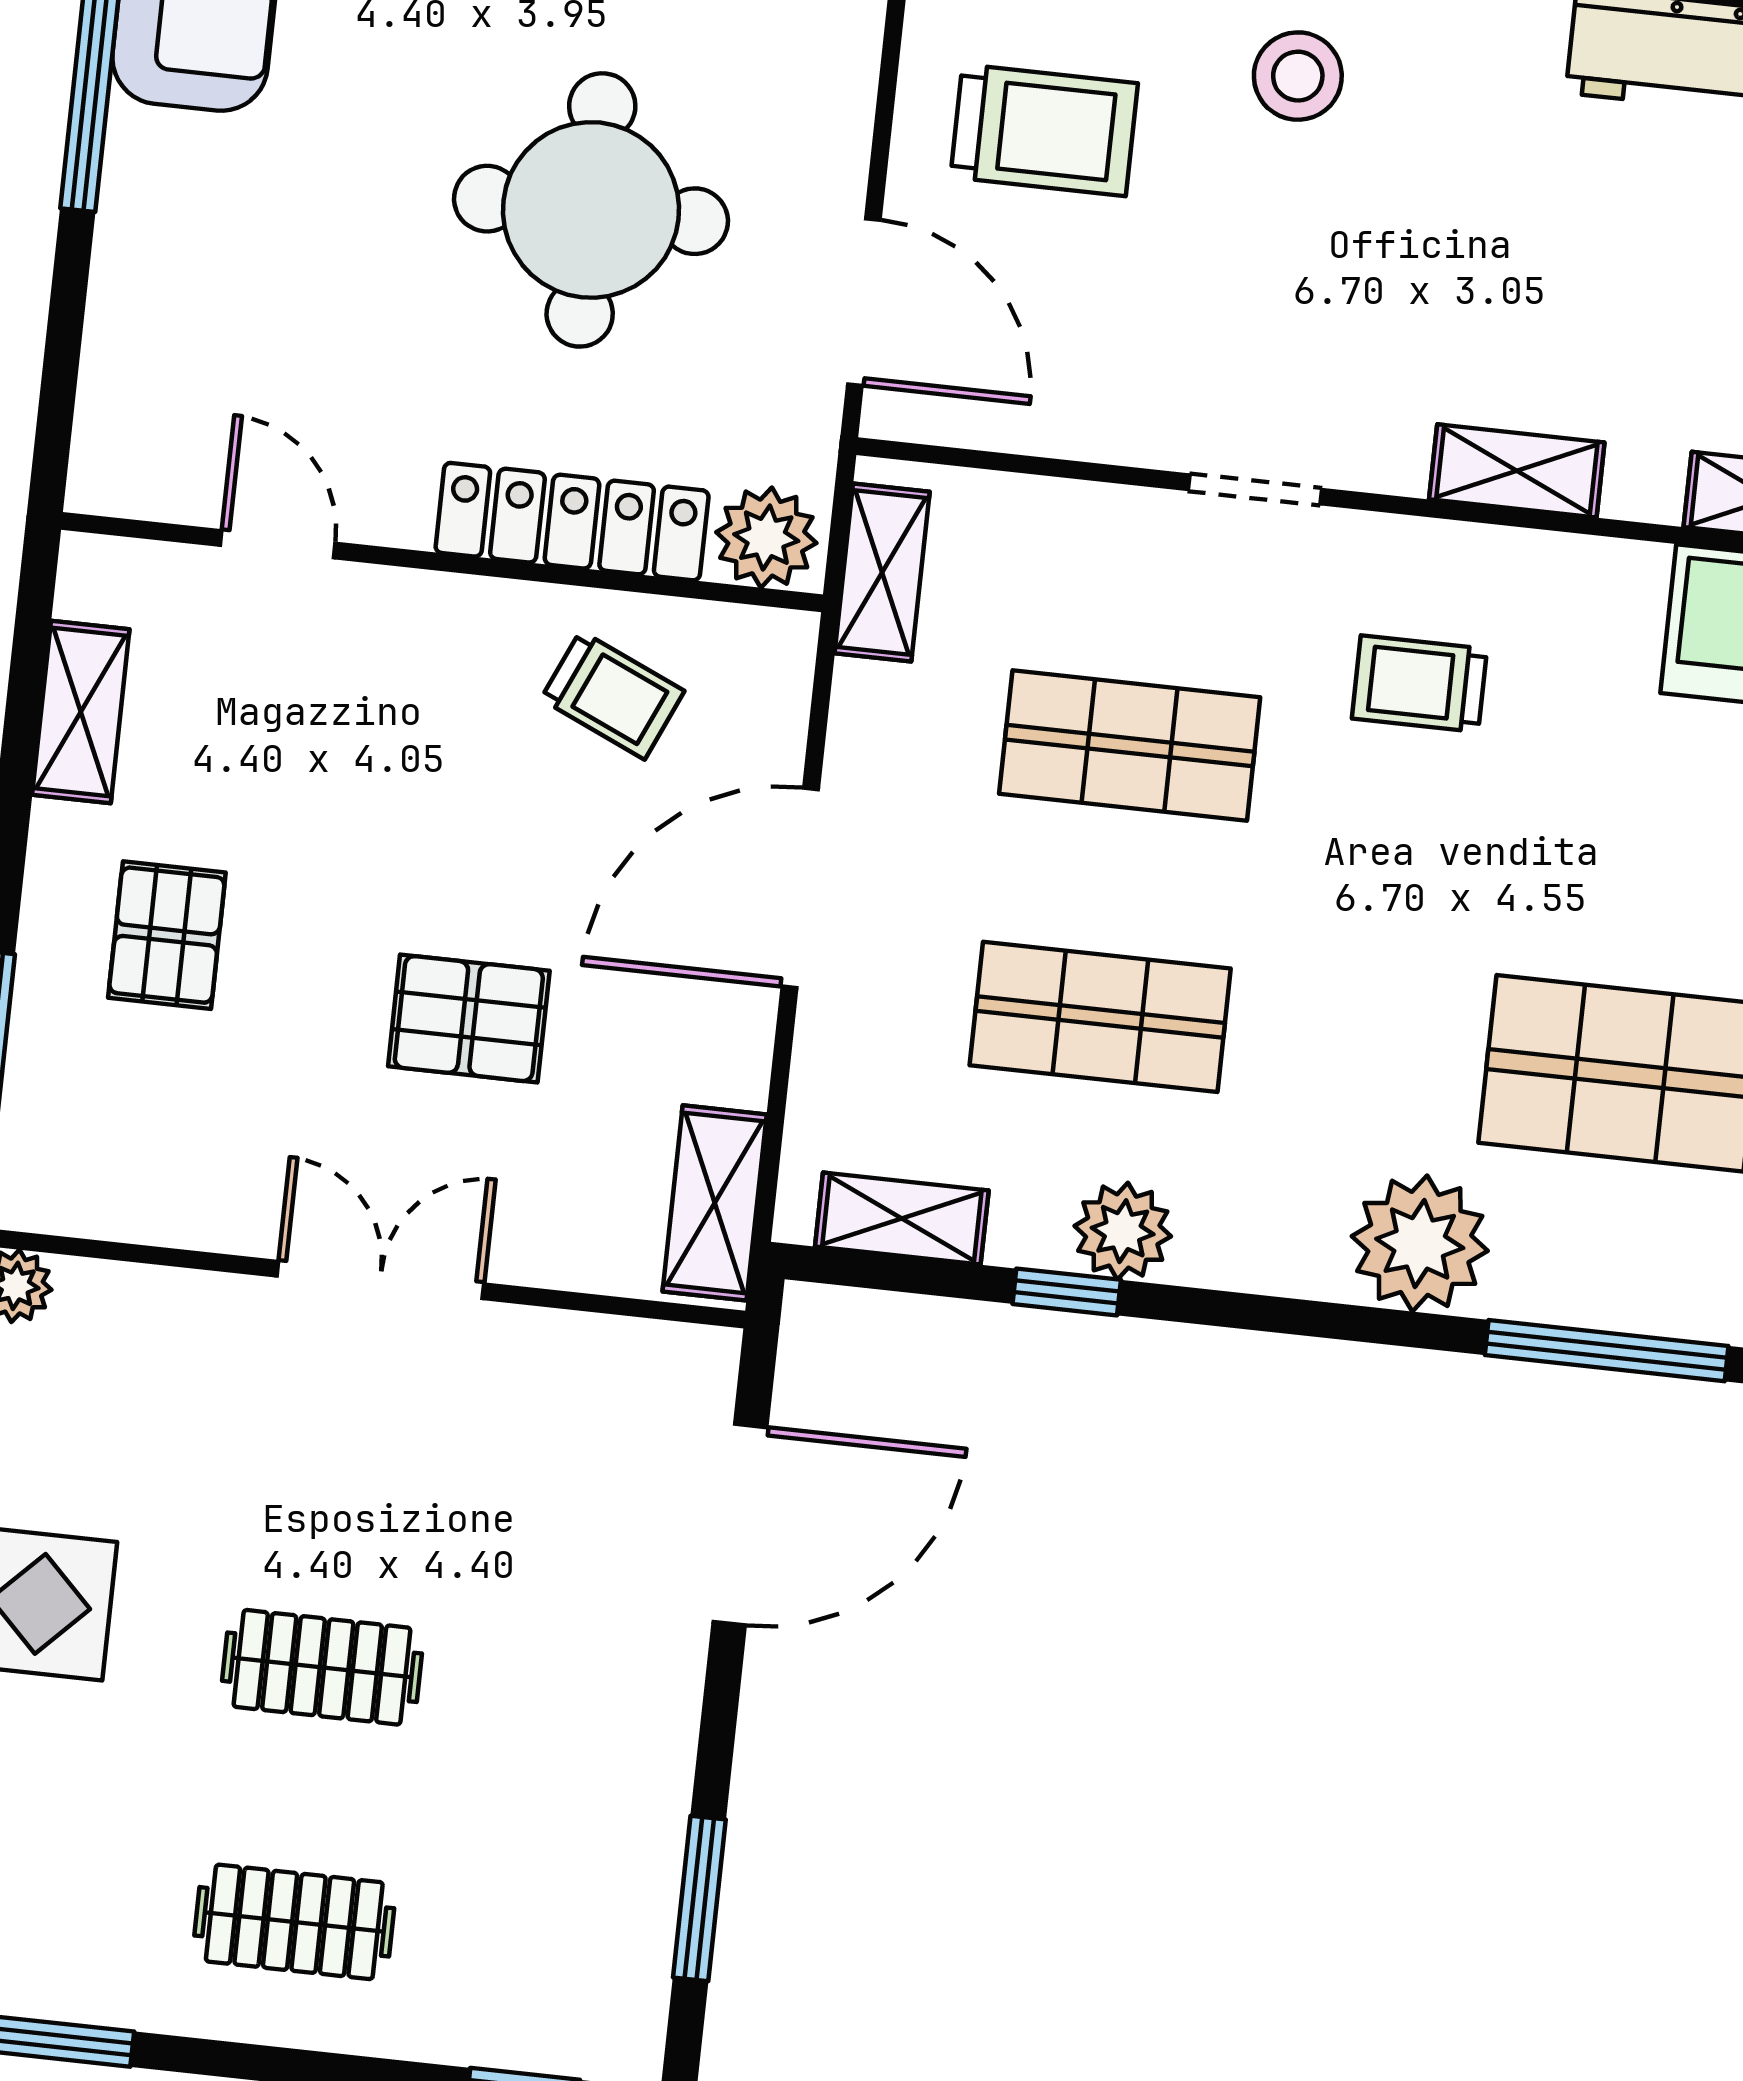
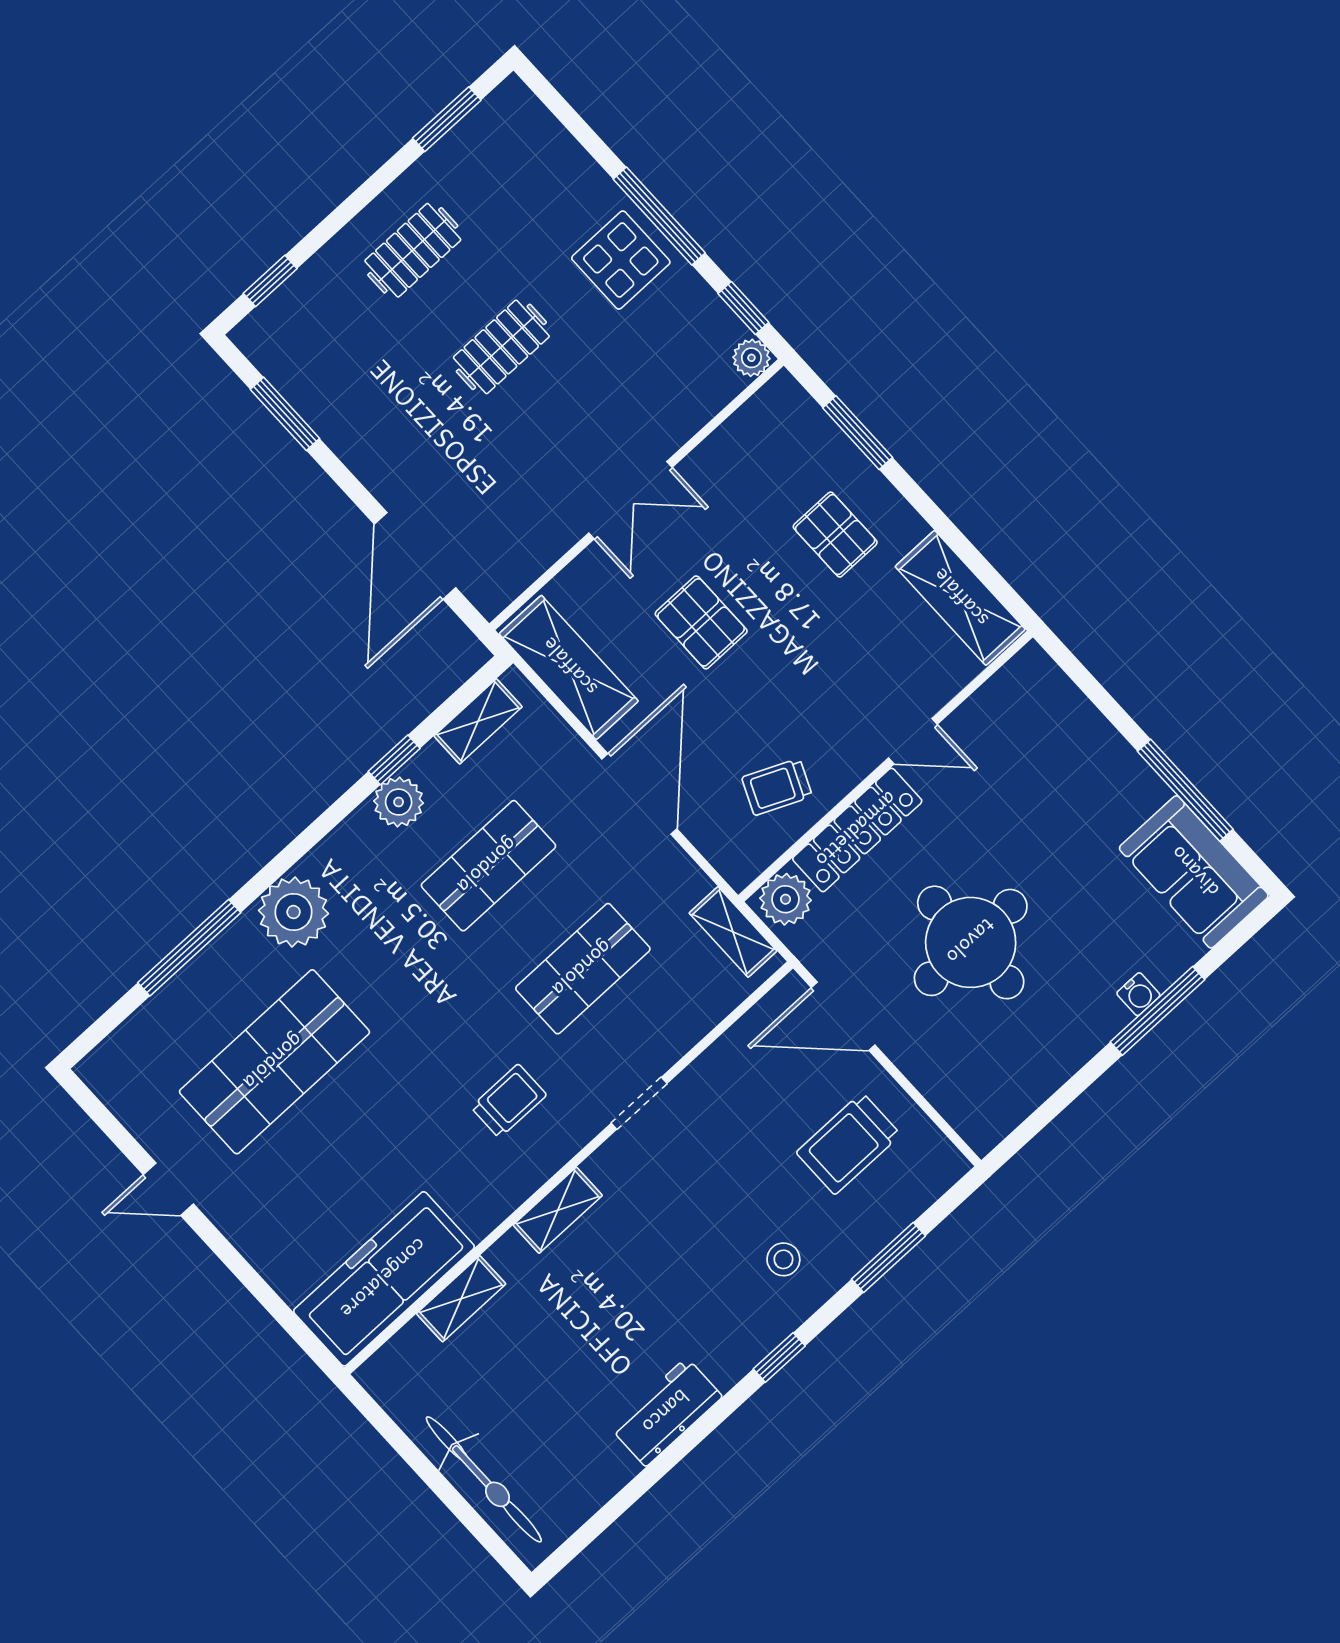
stool: (1298, 76) -> (783, 1259), width x0.73, depth x0.73
door: (278, 544) -> (913, 741), moved
shelving: (81, 712) -> (960, 598), width x1.50, depth x1.33
pallet: (469, 1019) -> (701, 622), turned 90
shelving: (715, 1203) -> (569, 667), width x1.50, depth x1.33

